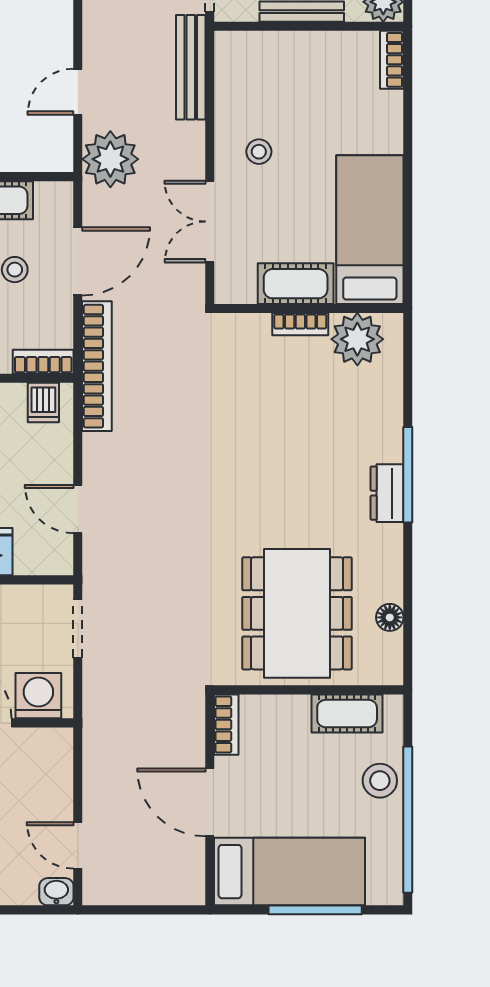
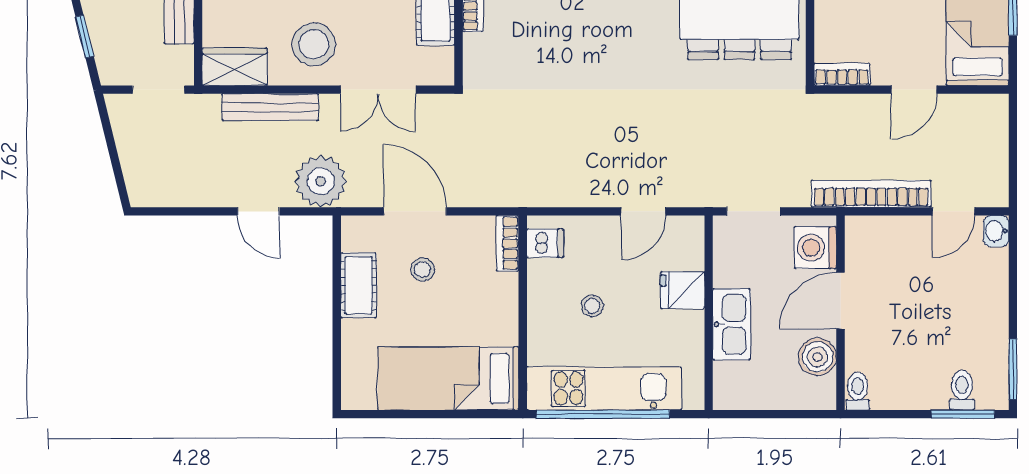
wardrobe: (235, 66) -> (235, 67), added
bench: (191, 67) -> (270, 107), moved
stool: (259, 152) -> (314, 44), width x1.89, depth x1.89
bookcase: (97, 366) -> (871, 194), moved
door: (210, 802) -> (914, 90), width x0.73

